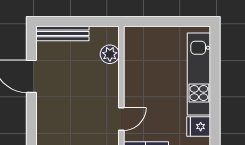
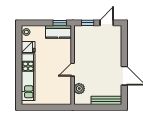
door: (121, 119) -> (73, 70), moved

